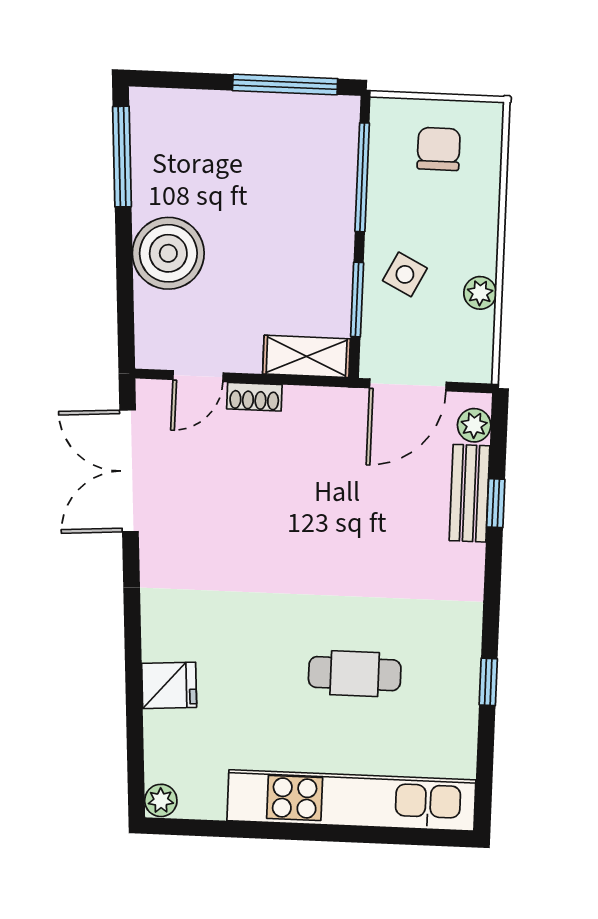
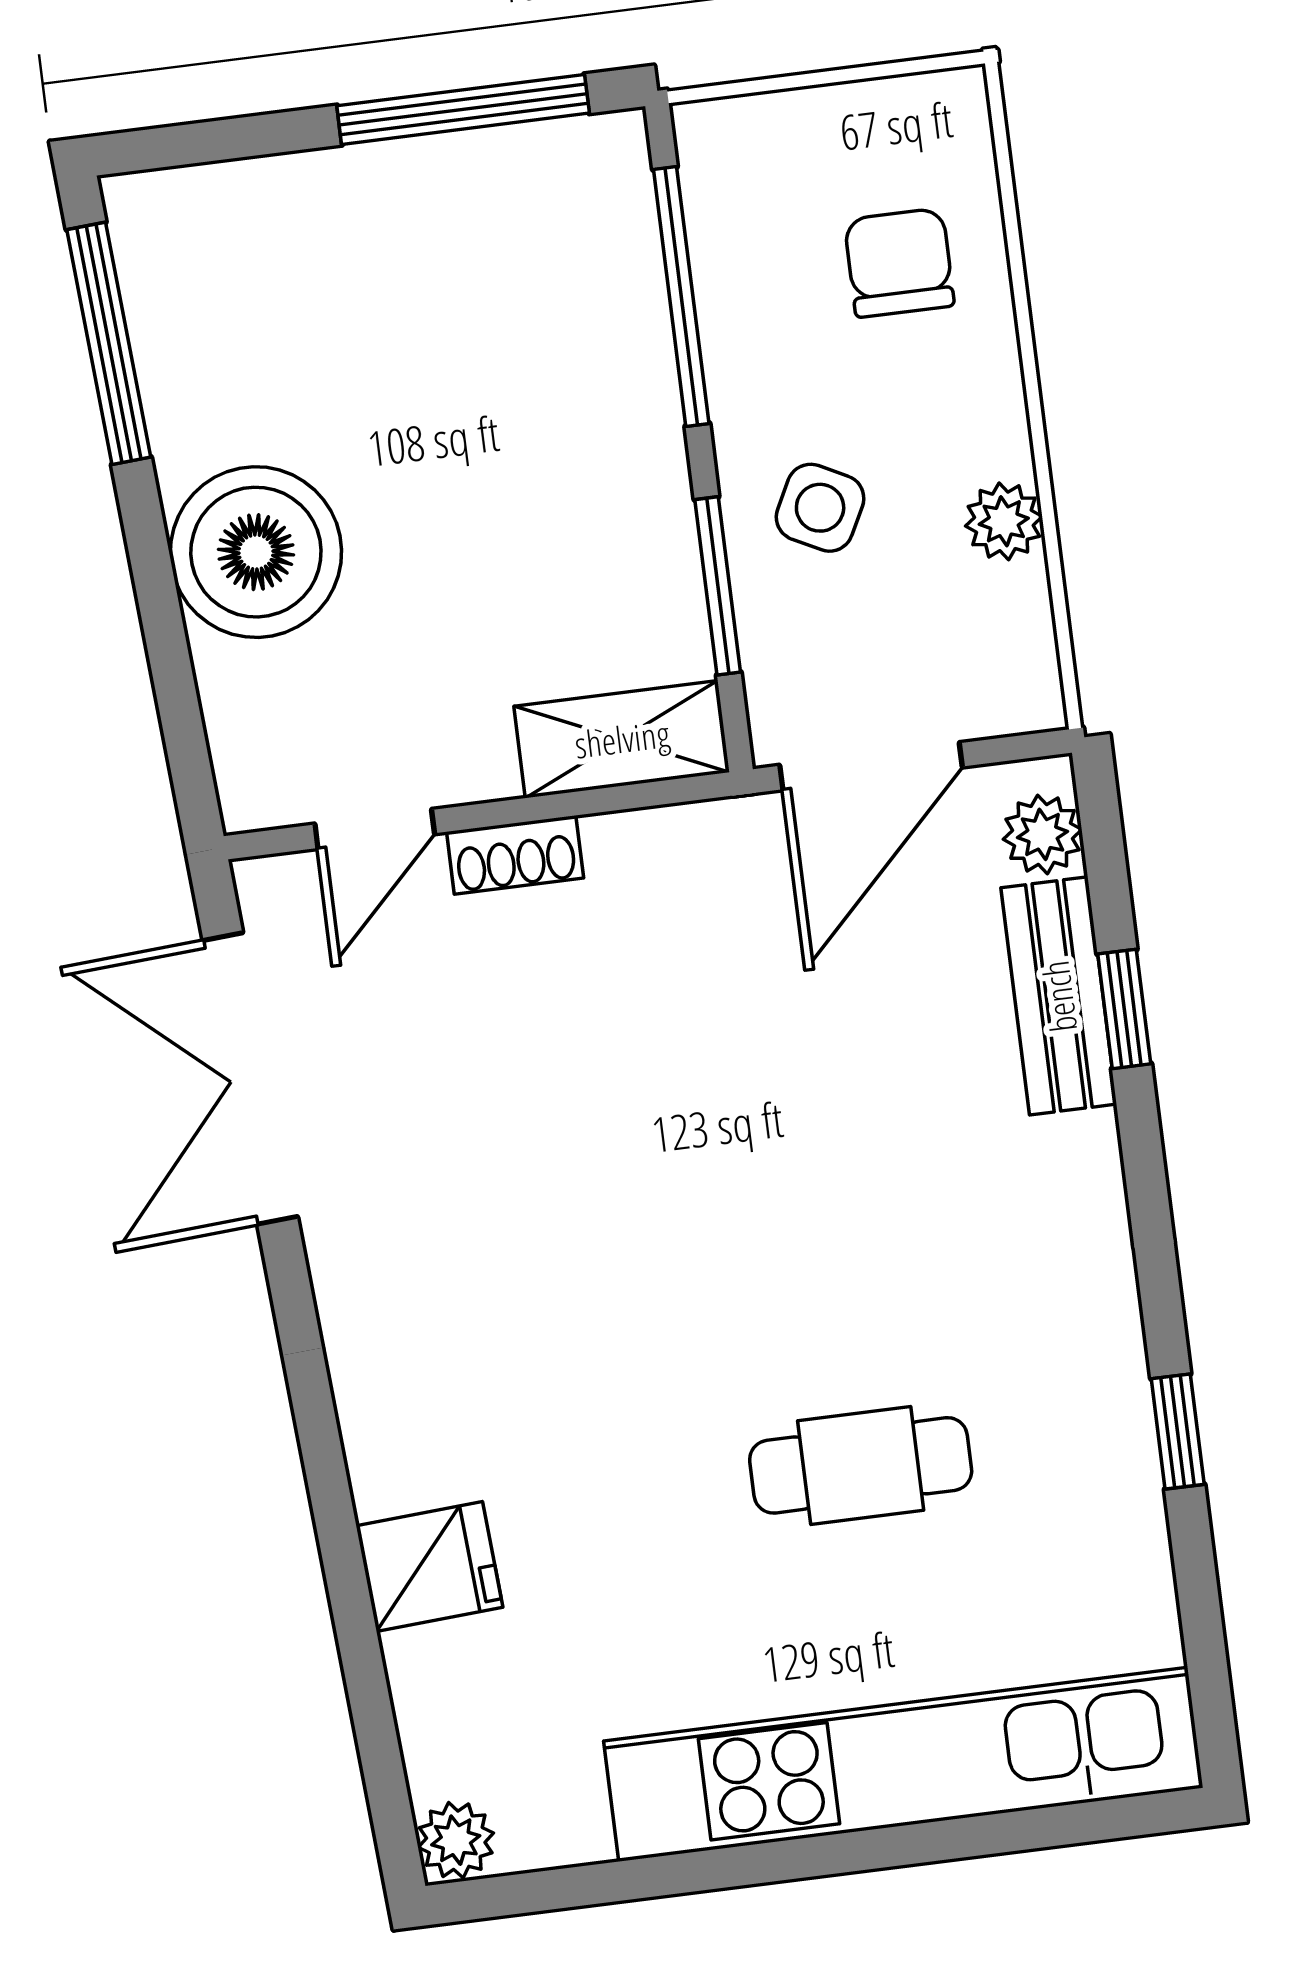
chair: (439, 149) -> (899, 263), moved

